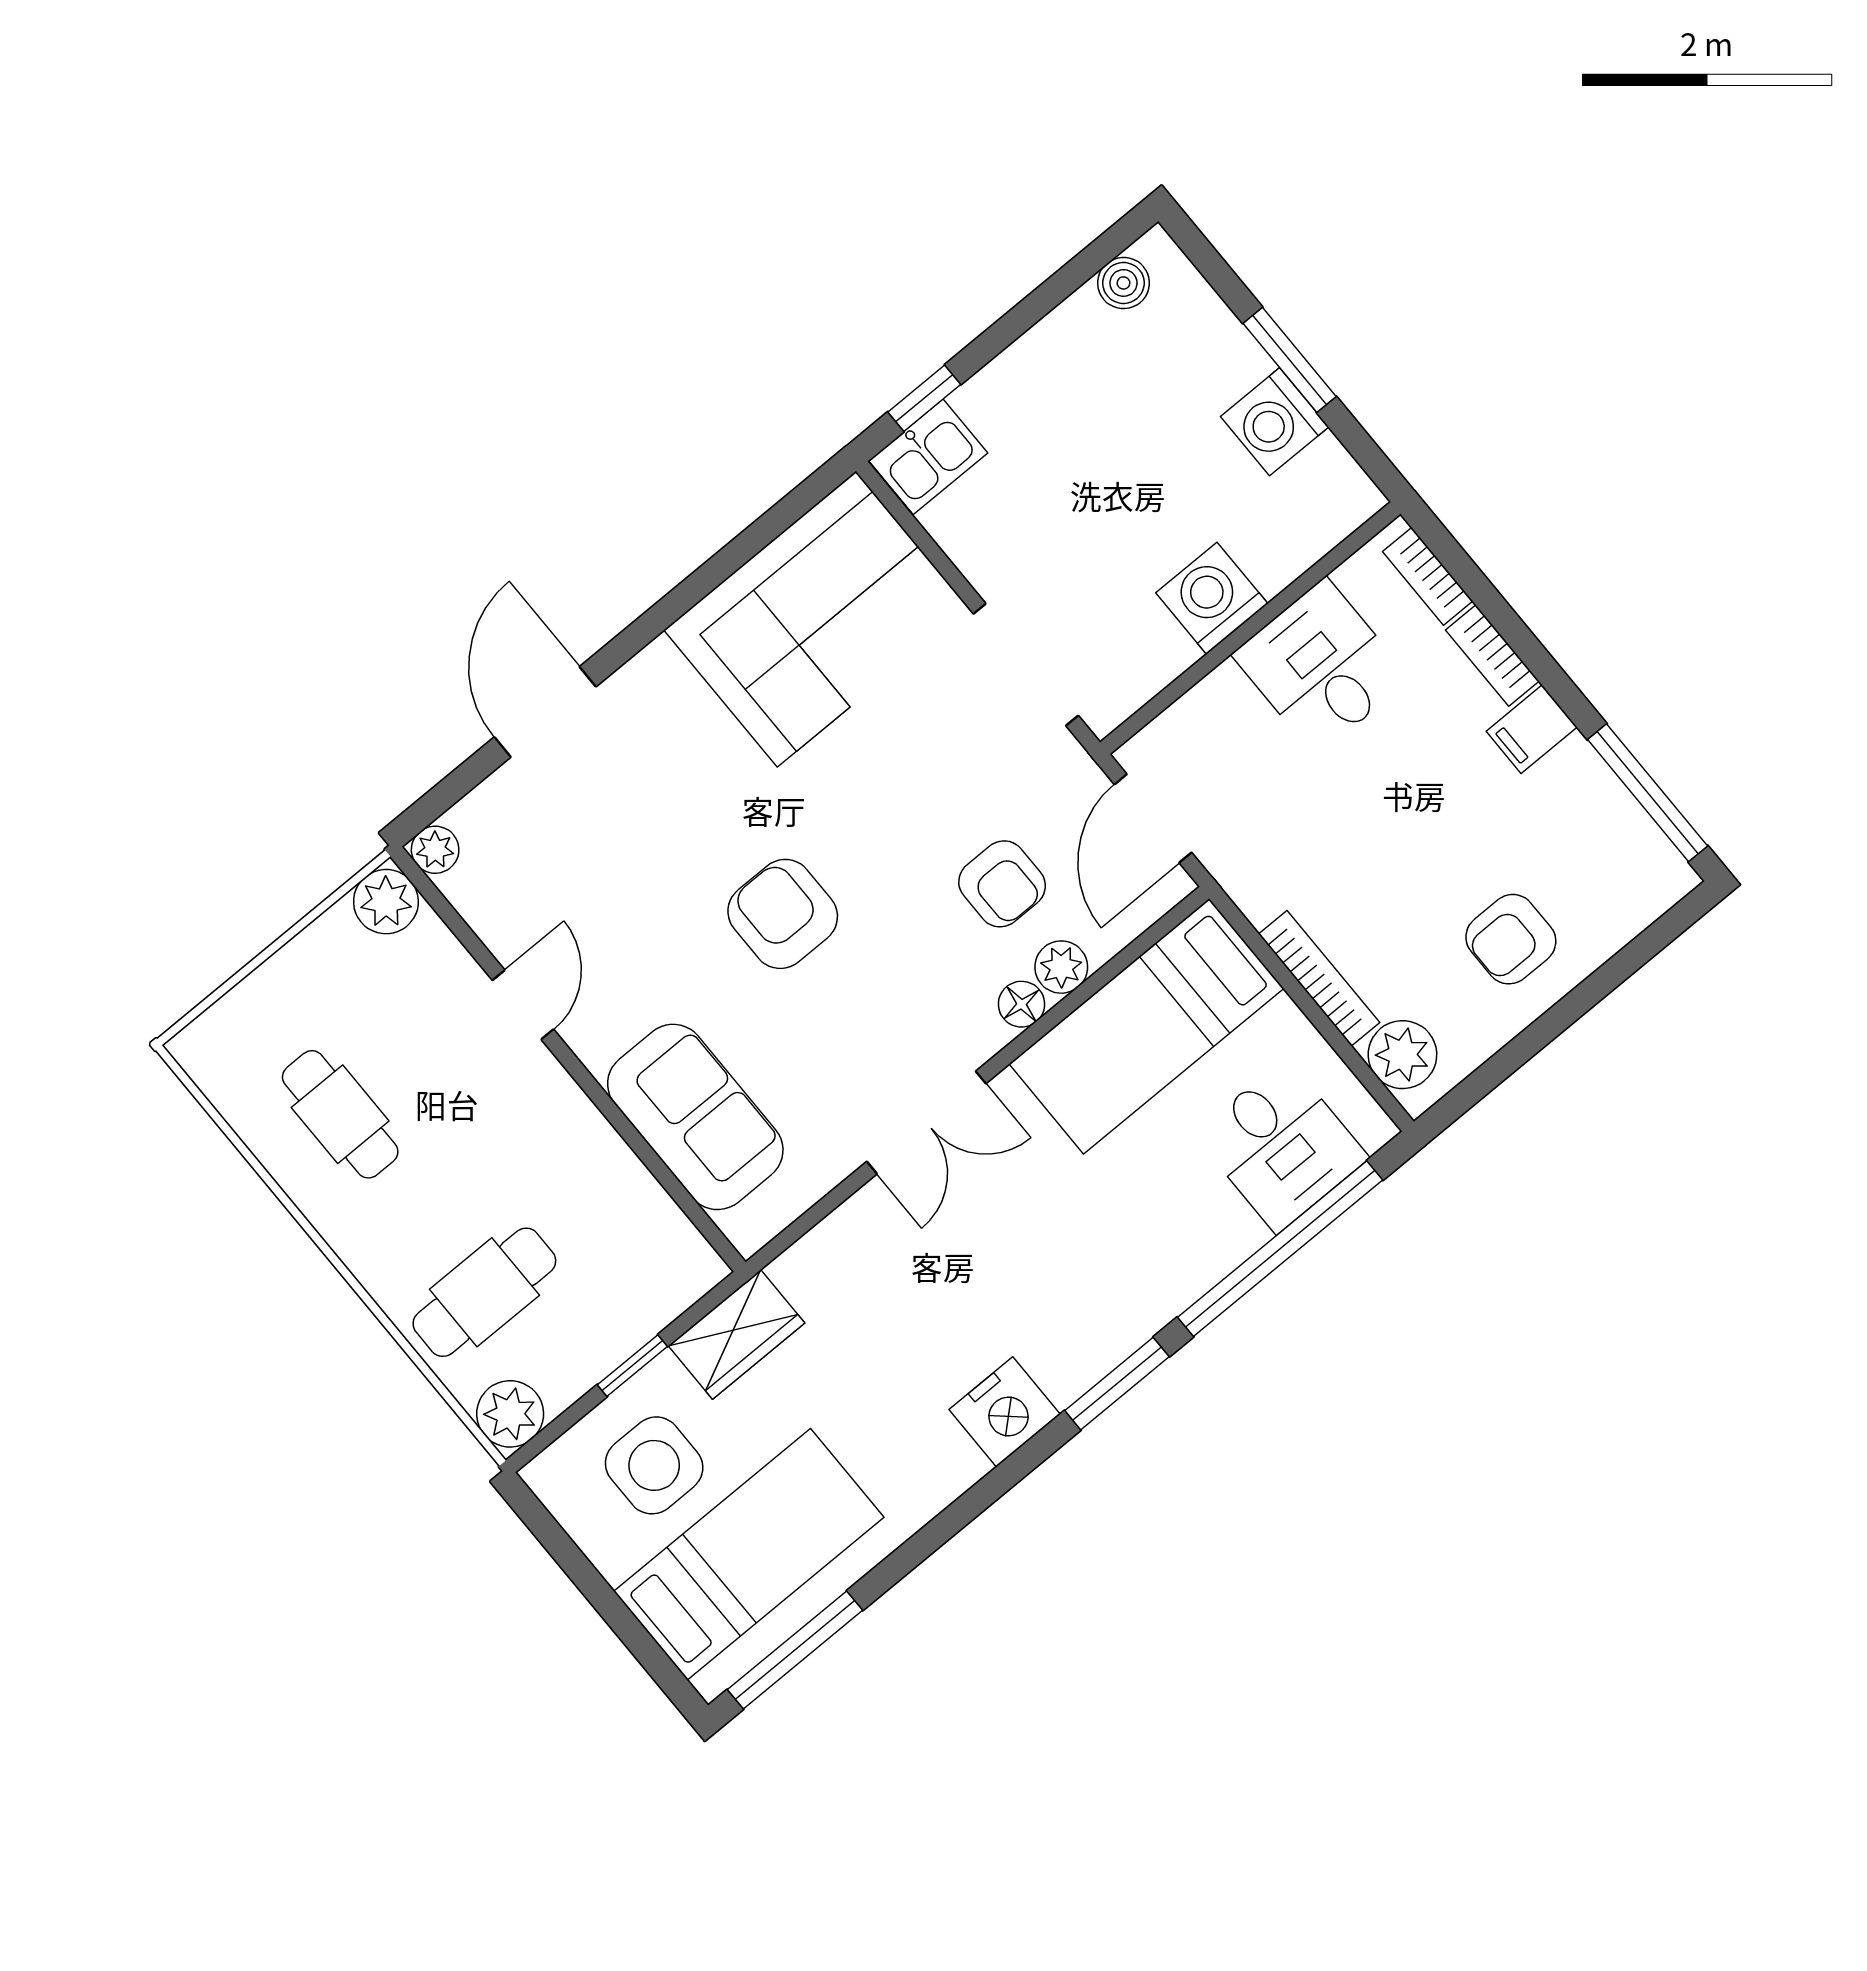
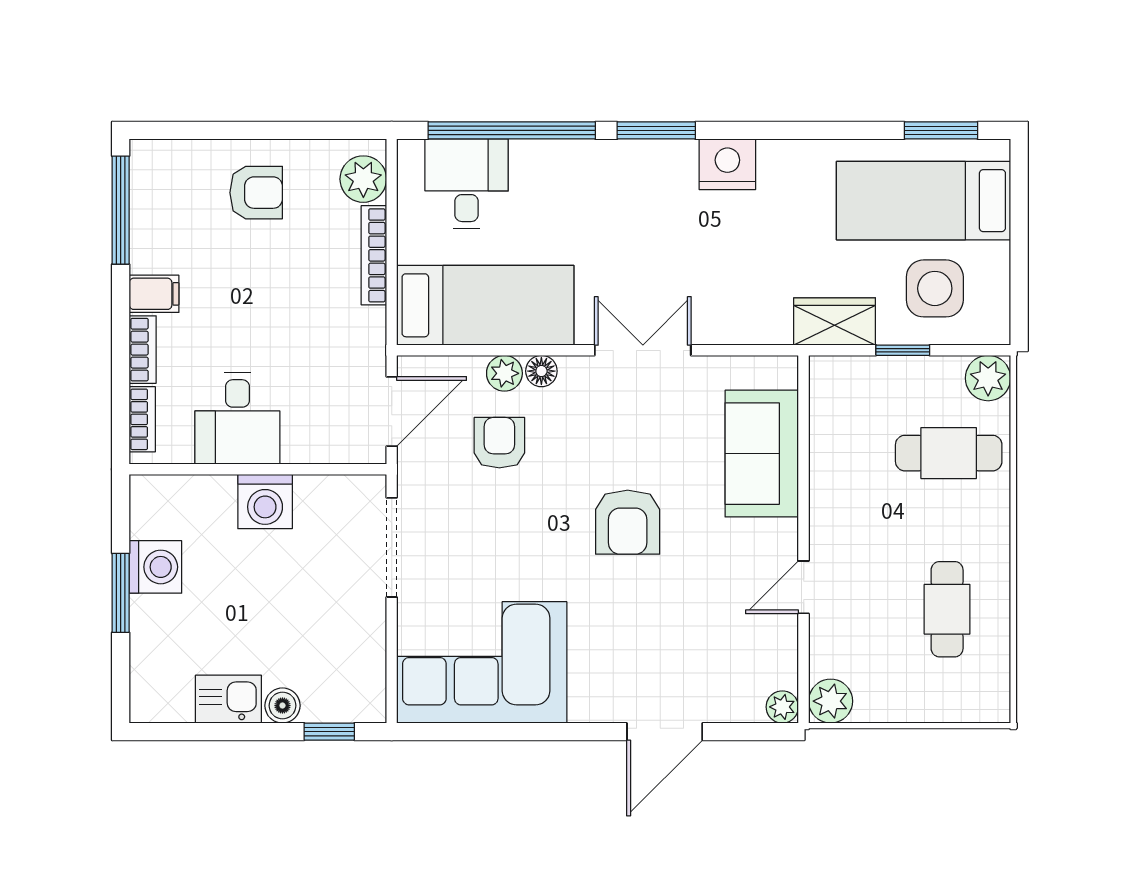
boiler: (1123, 283) -> (282, 706), moved
kitchen sink: (928, 457) -> (228, 699), moved
window: (795, 1650) -> (941, 130), width x0.69

